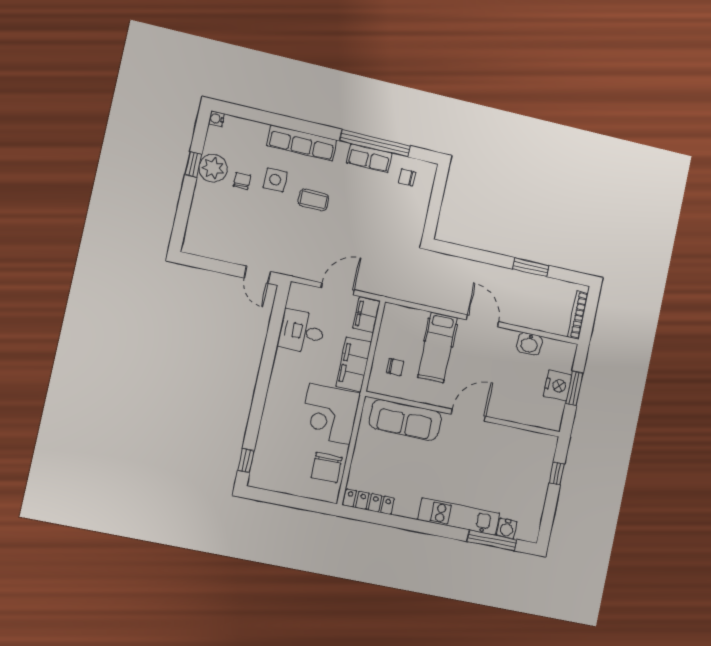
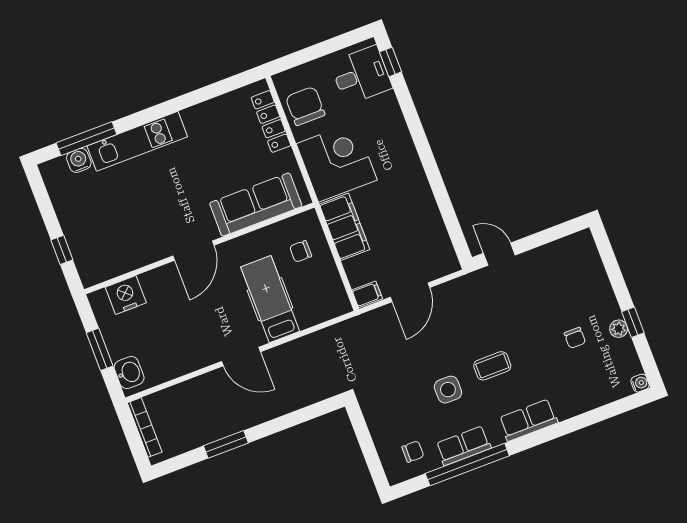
row of seats: (302, 143) -> (528, 420), width x0.68
plant: (213, 168) -> (619, 329), width x0.53, depth x0.53
side table: (275, 180) -> (448, 390), moved
filing cabinet: (367, 315) -> (367, 294), width x0.50
desk: (302, 331) -> (361, 75), moved
washbasin: (529, 344) -> (129, 373), moved, turned 90
nightstand: (557, 386) -> (126, 295), moved, turned 90
locker: (369, 502) -> (271, 121), moved, turned 90

